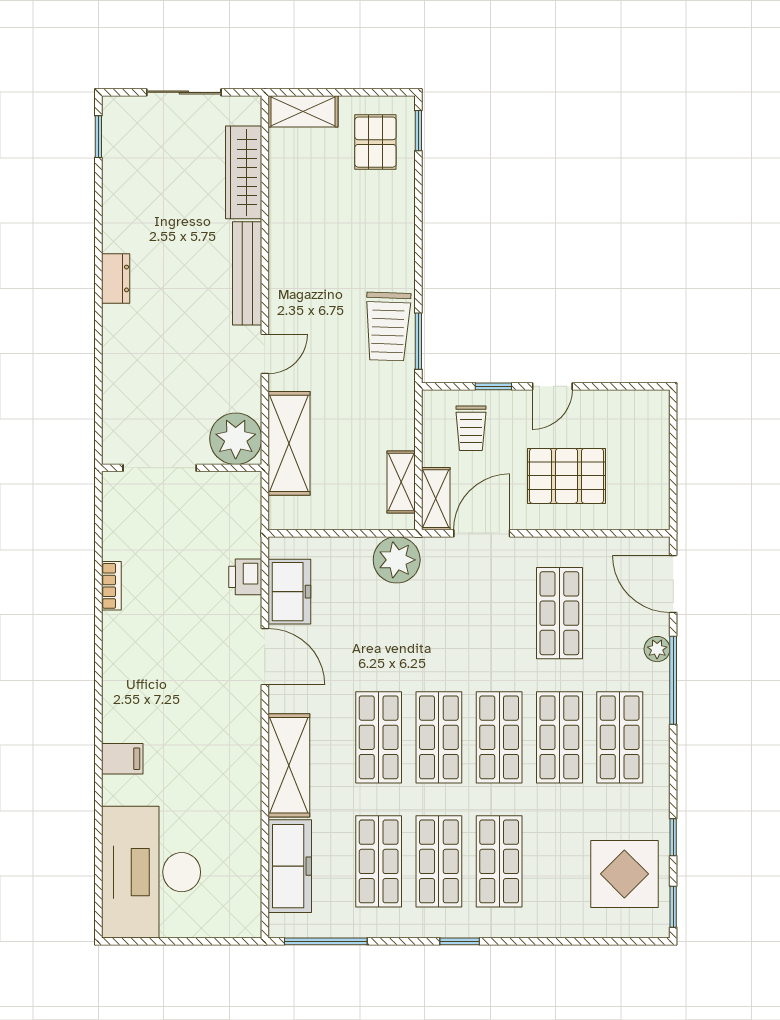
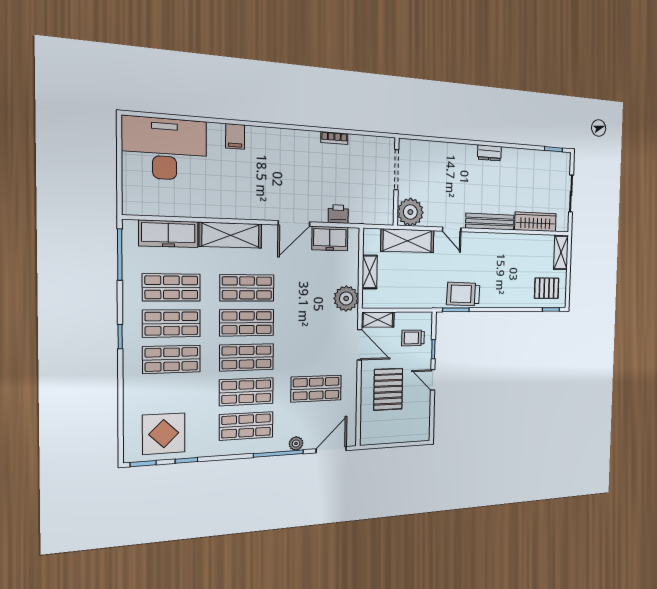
shelving: (401, 482) -> (370, 272), moved, turned 90

